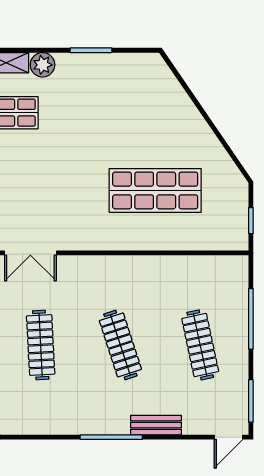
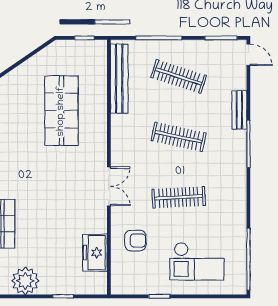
double door: (30, 253) -> (109, 186), moved
bench: (197, 267) -> (119, 79), added
clothes rail: (120, 345) -> (179, 137), turned 30
clothes rail: (200, 345) -> (179, 76), turned 30

